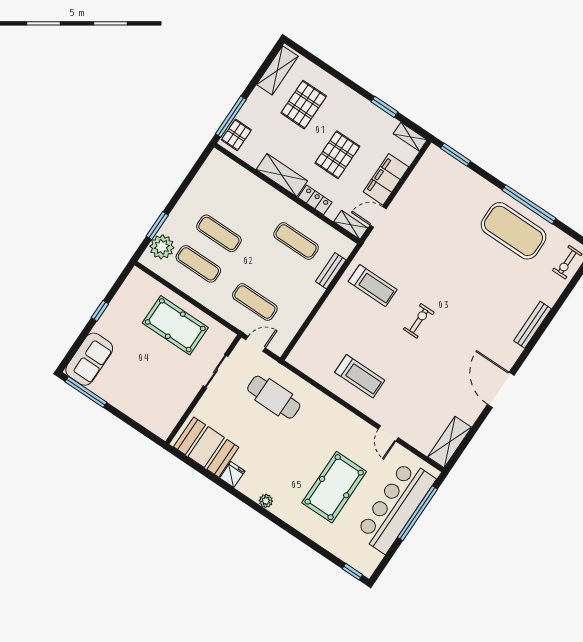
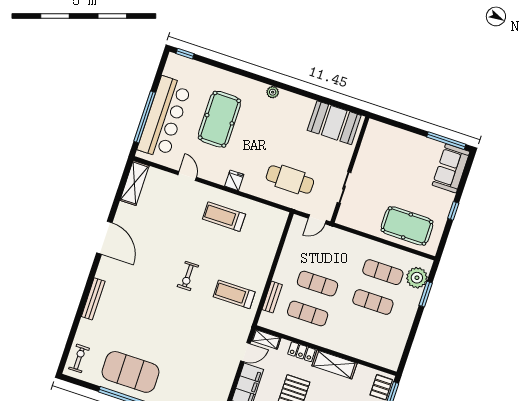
exercise mat: (255, 302) -> (318, 284), moved
pool table: (175, 325) -> (407, 226), moved
fridge: (232, 474) -> (234, 180), moved, turned 180

